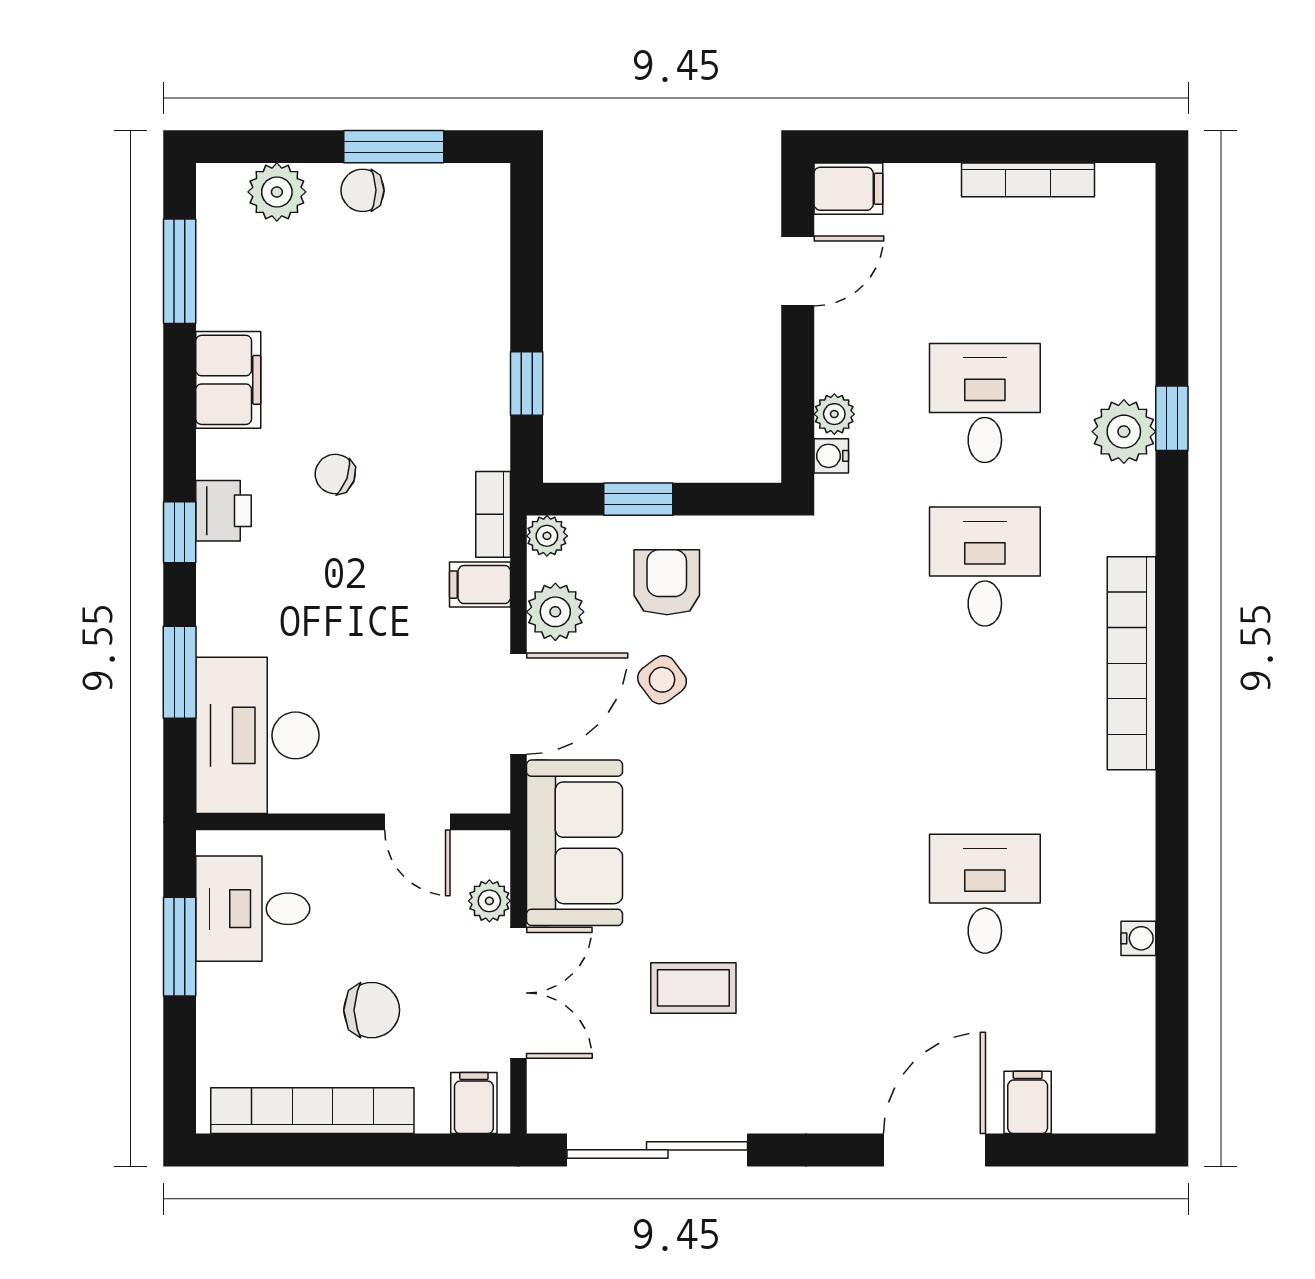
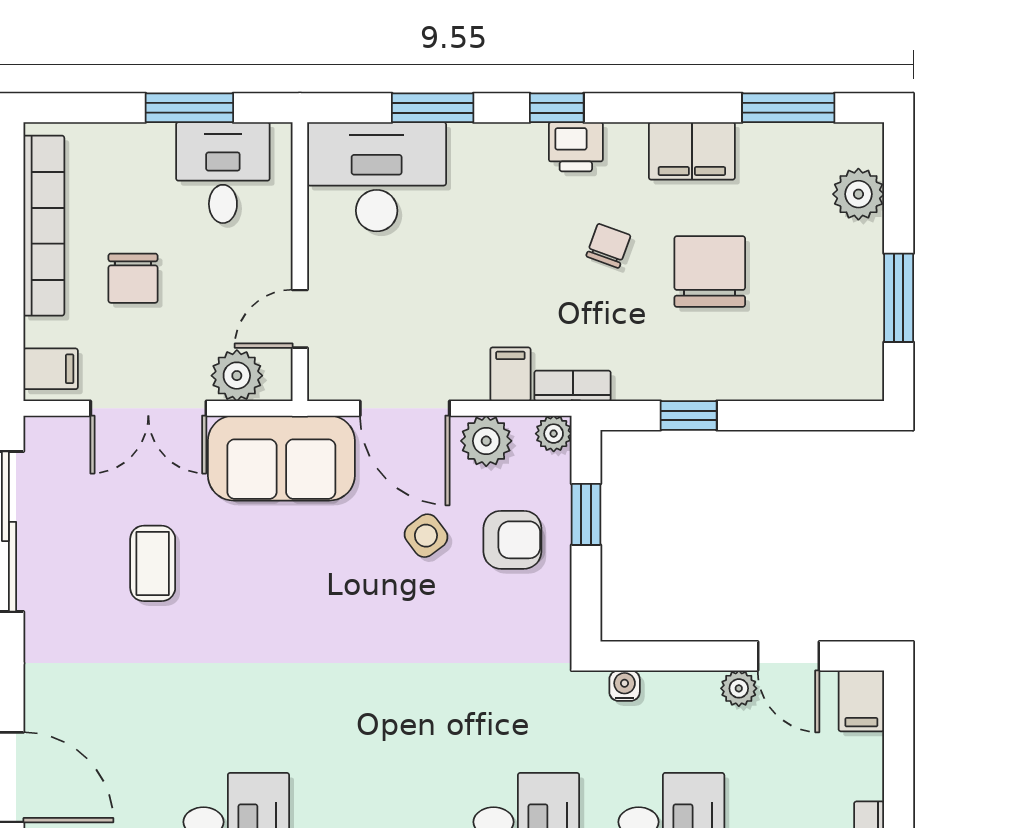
chair: (363, 190) -> (710, 272), moved, width x1.87, depth x1.87
plant: (834, 414) -> (739, 688), moved
plant: (489, 901) -> (237, 376), width x1.38, depth x1.38

